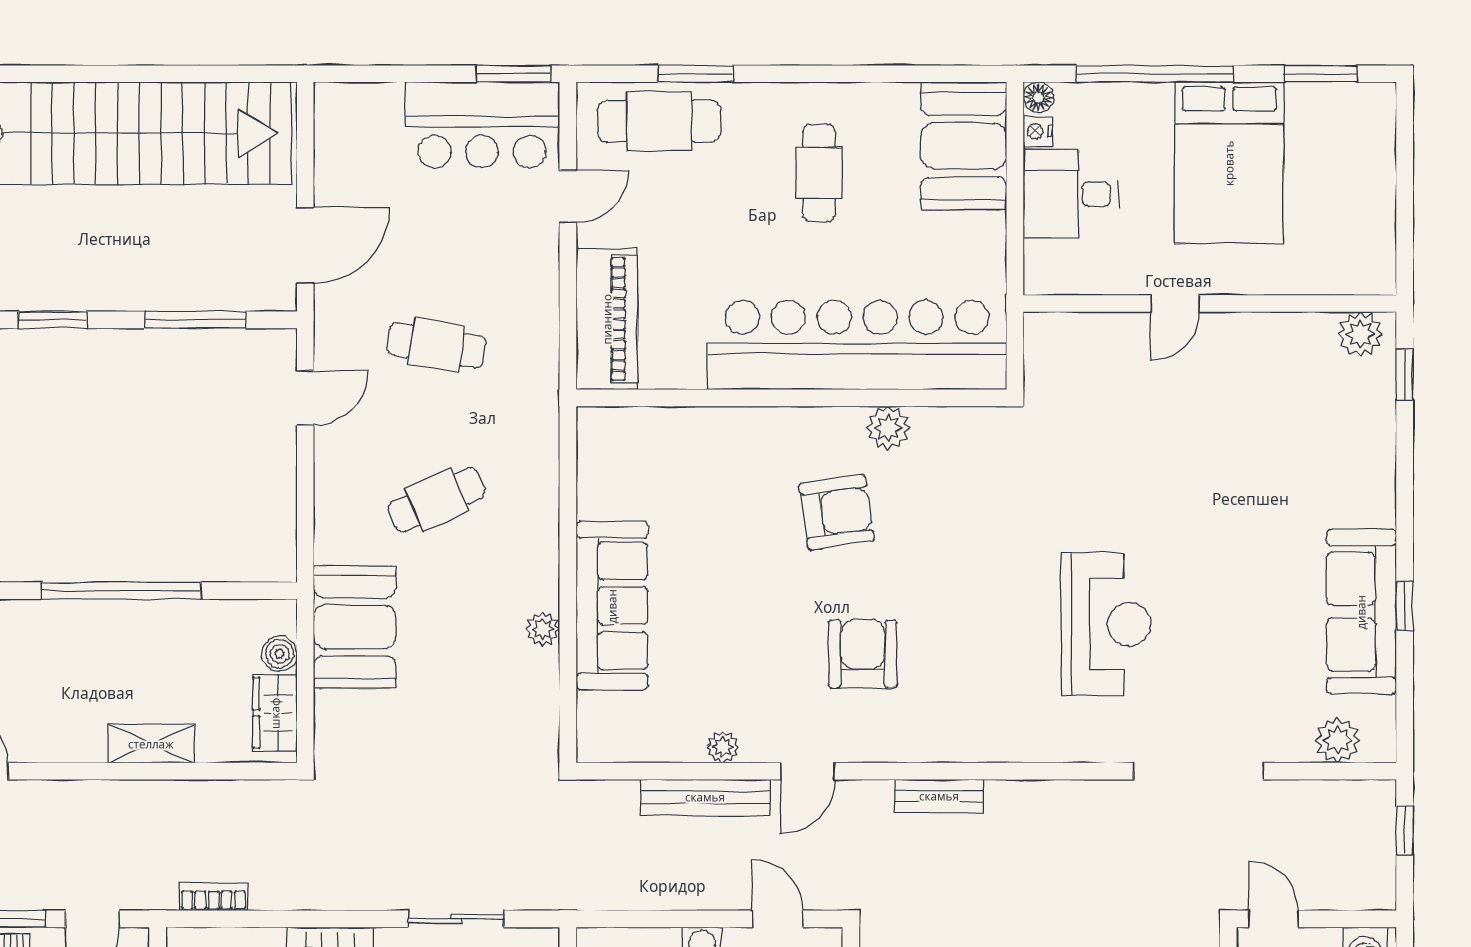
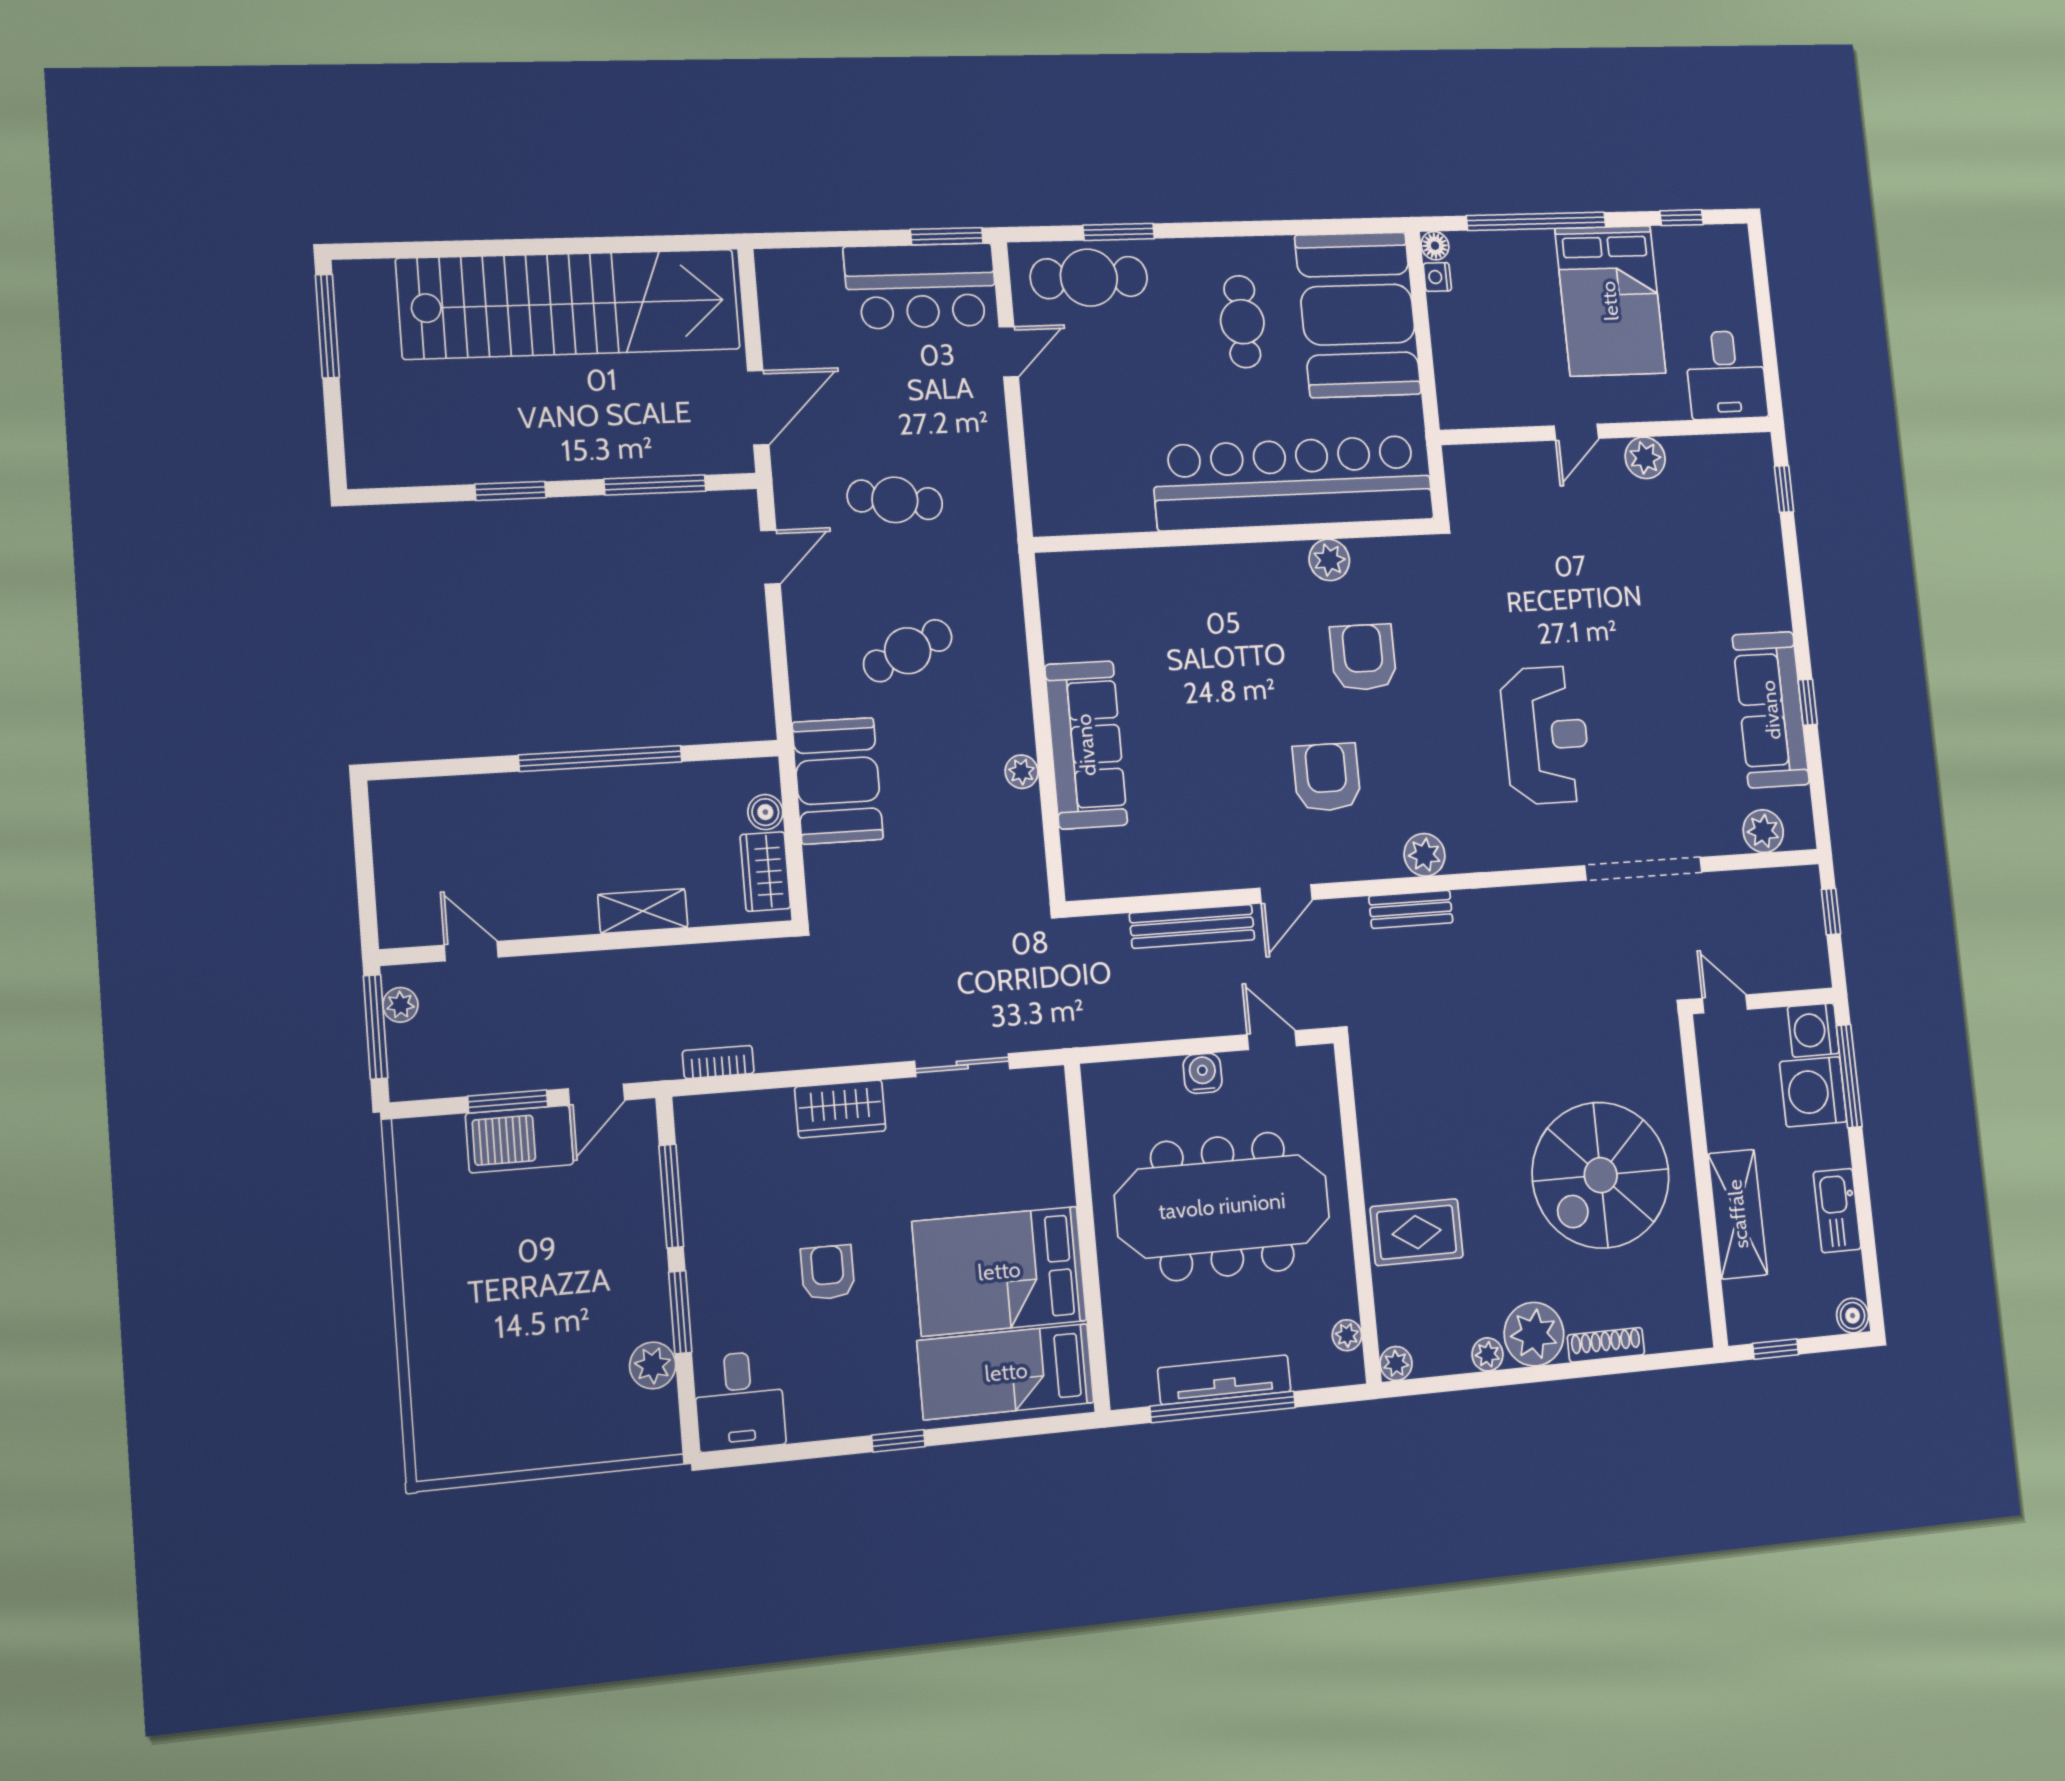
window: (1321, 74) -> (1682, 218), width x0.67
booth: (964, 146) -> (1358, 315), width x1.36, depth x1.42
desk: (1071, 194) -> (1726, 375), moved, turned -90
piano: (607, 319) -> (1056, 468), removed
plant: (1360, 334) -> (1645, 458), moved
armchair: (837, 512) -> (1363, 657), moved, turned -82
plant: (723, 747) -> (1425, 855), moved, width x1.38, depth x1.38

